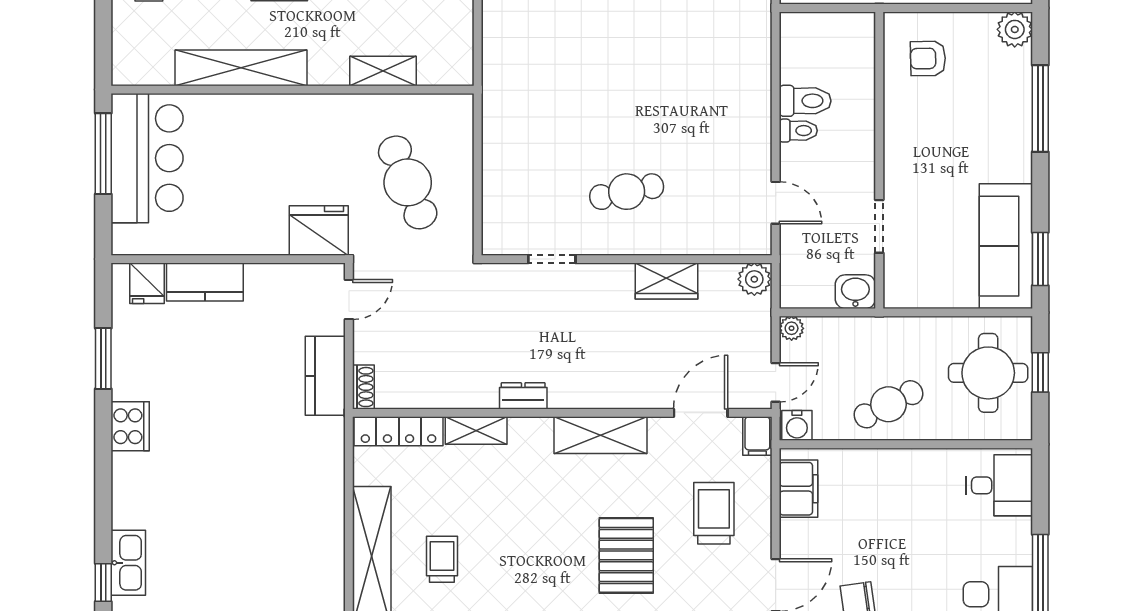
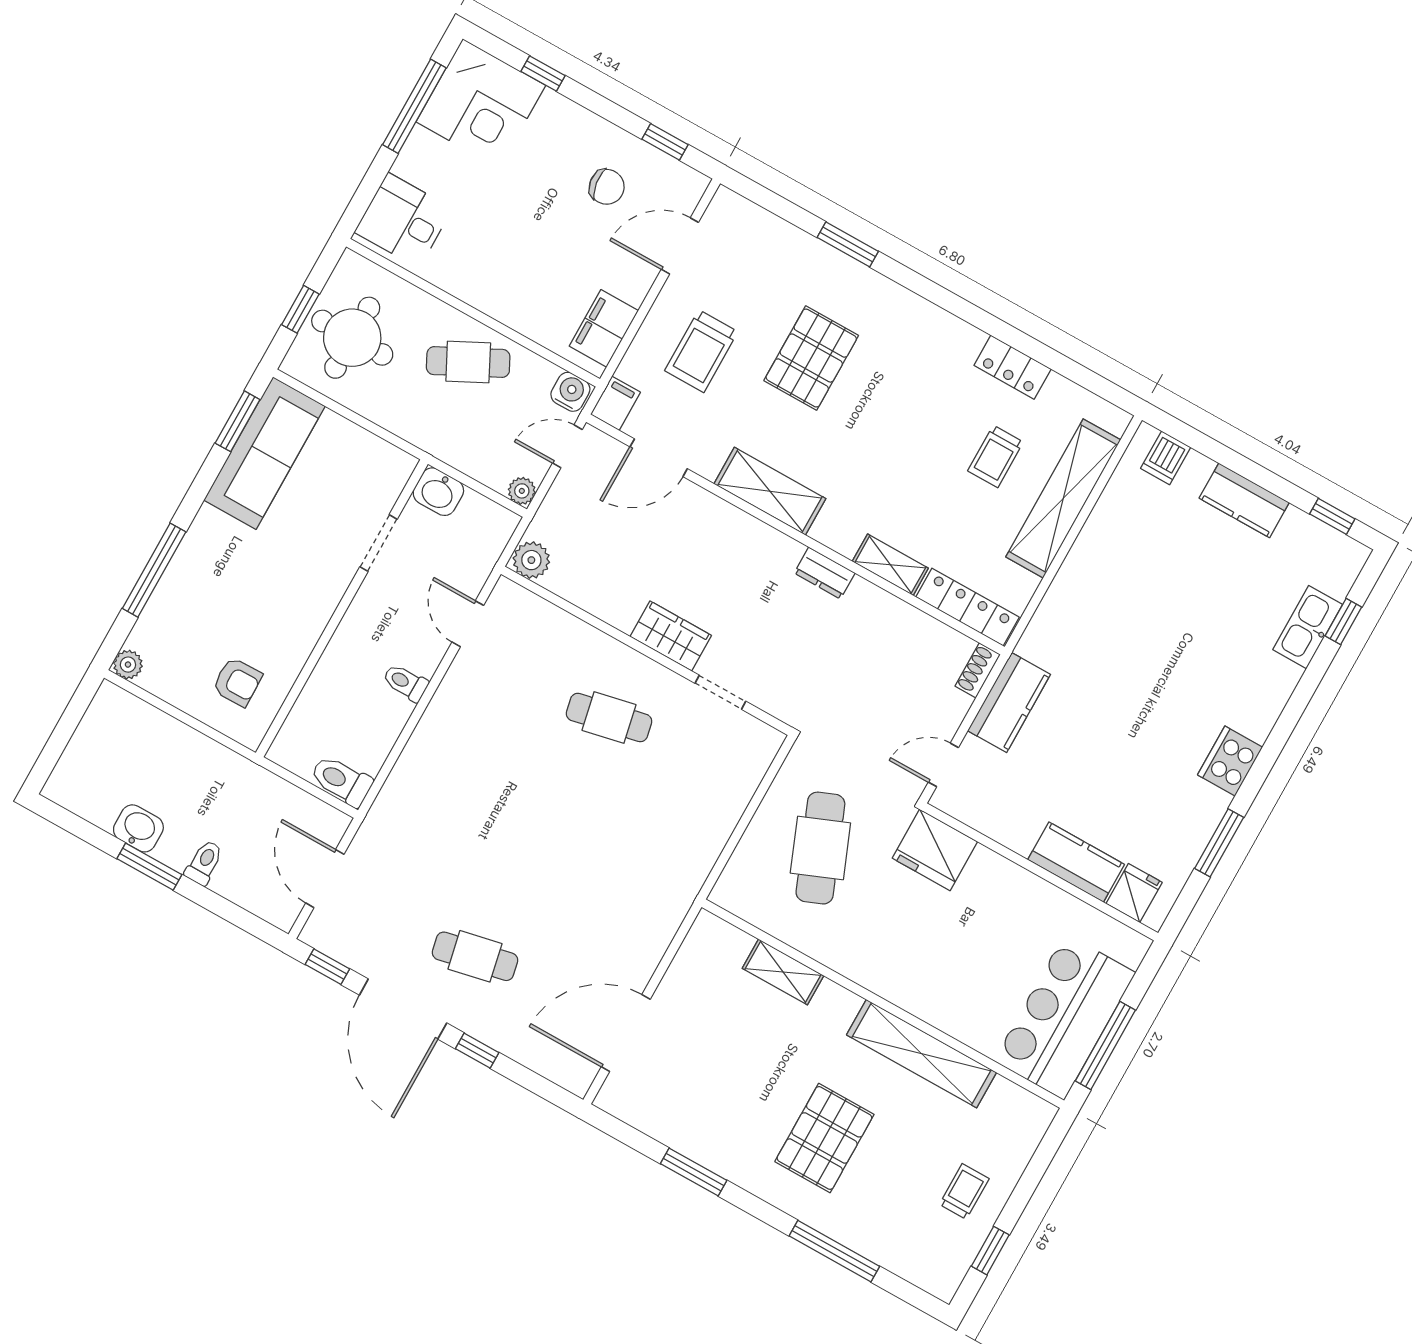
plant: (1015, 29) -> (128, 665), width x0.73, depth x0.73
toilet: (805, 101) -> (341, 781), moved
wardrobe: (667, 281) -> (671, 636), moved

